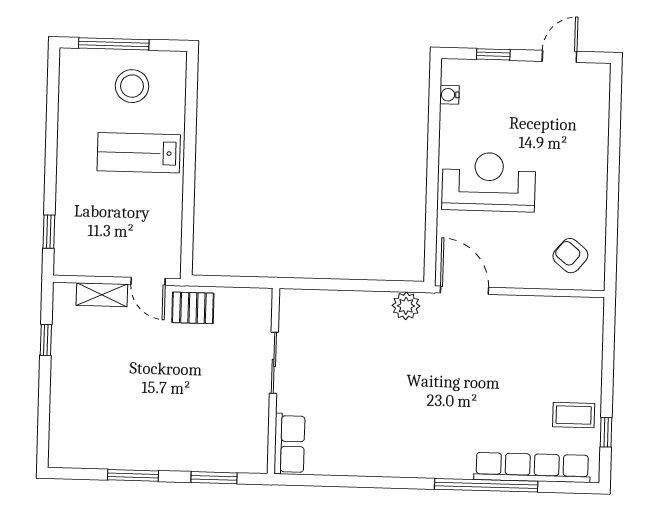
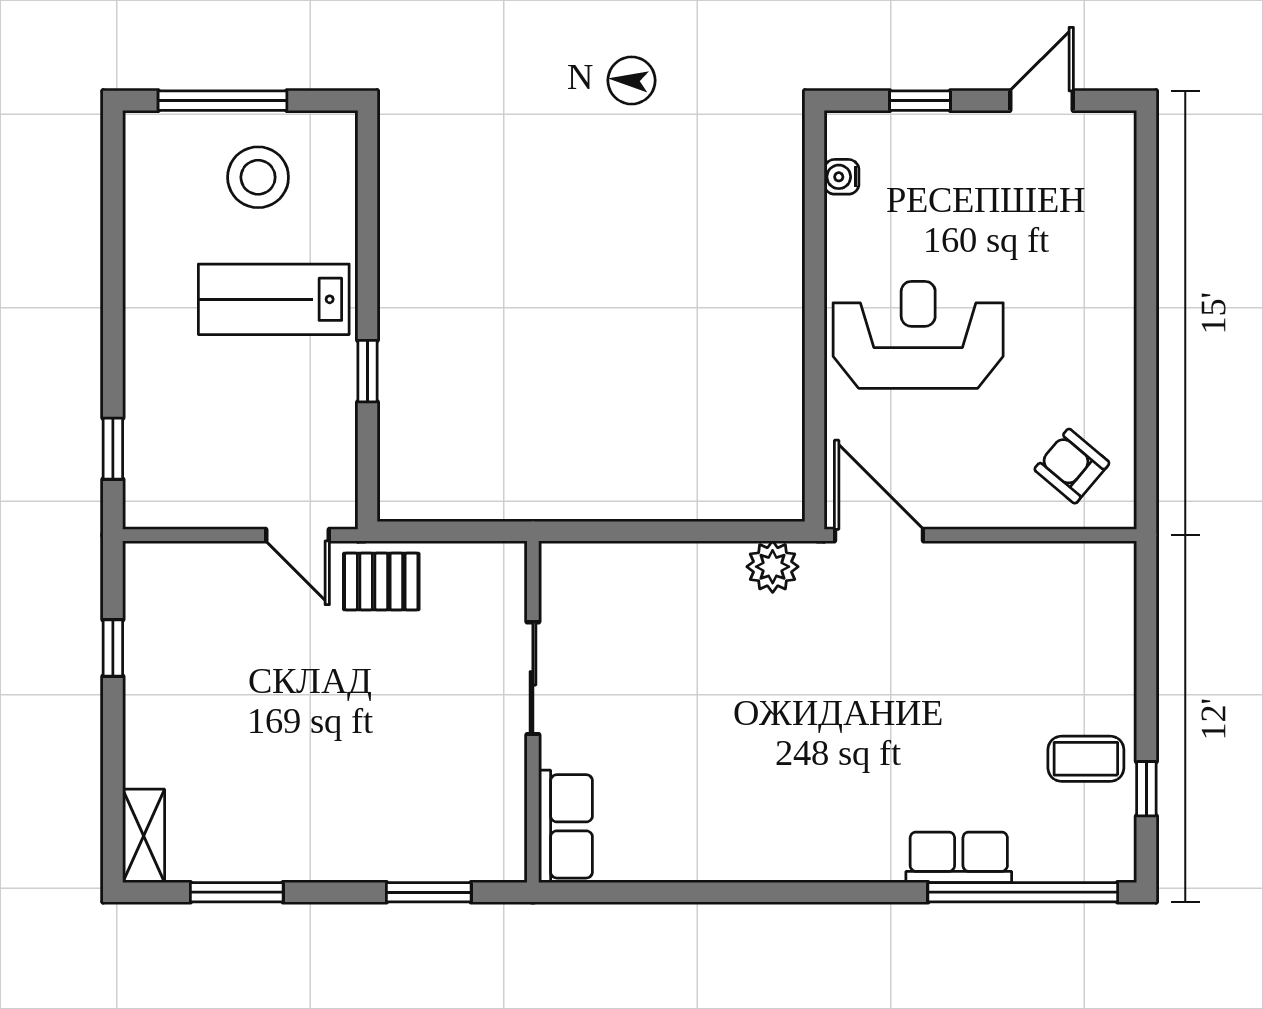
window: (189, 193) -> (367, 371), added
shelving: (102, 295) -> (144, 836), moved, turned 90
row of seats: (532, 468) -> (959, 857), width x0.50
window: (133, 475) -> (237, 892), moved
window: (486, 485) -> (1023, 892), moved

